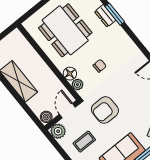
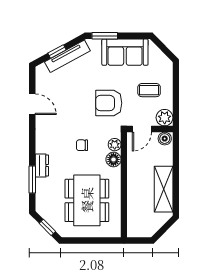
dresser: (105, 16) -> (42, 165), moved
armchair: (105, 110) -> (109, 103), turned 180

